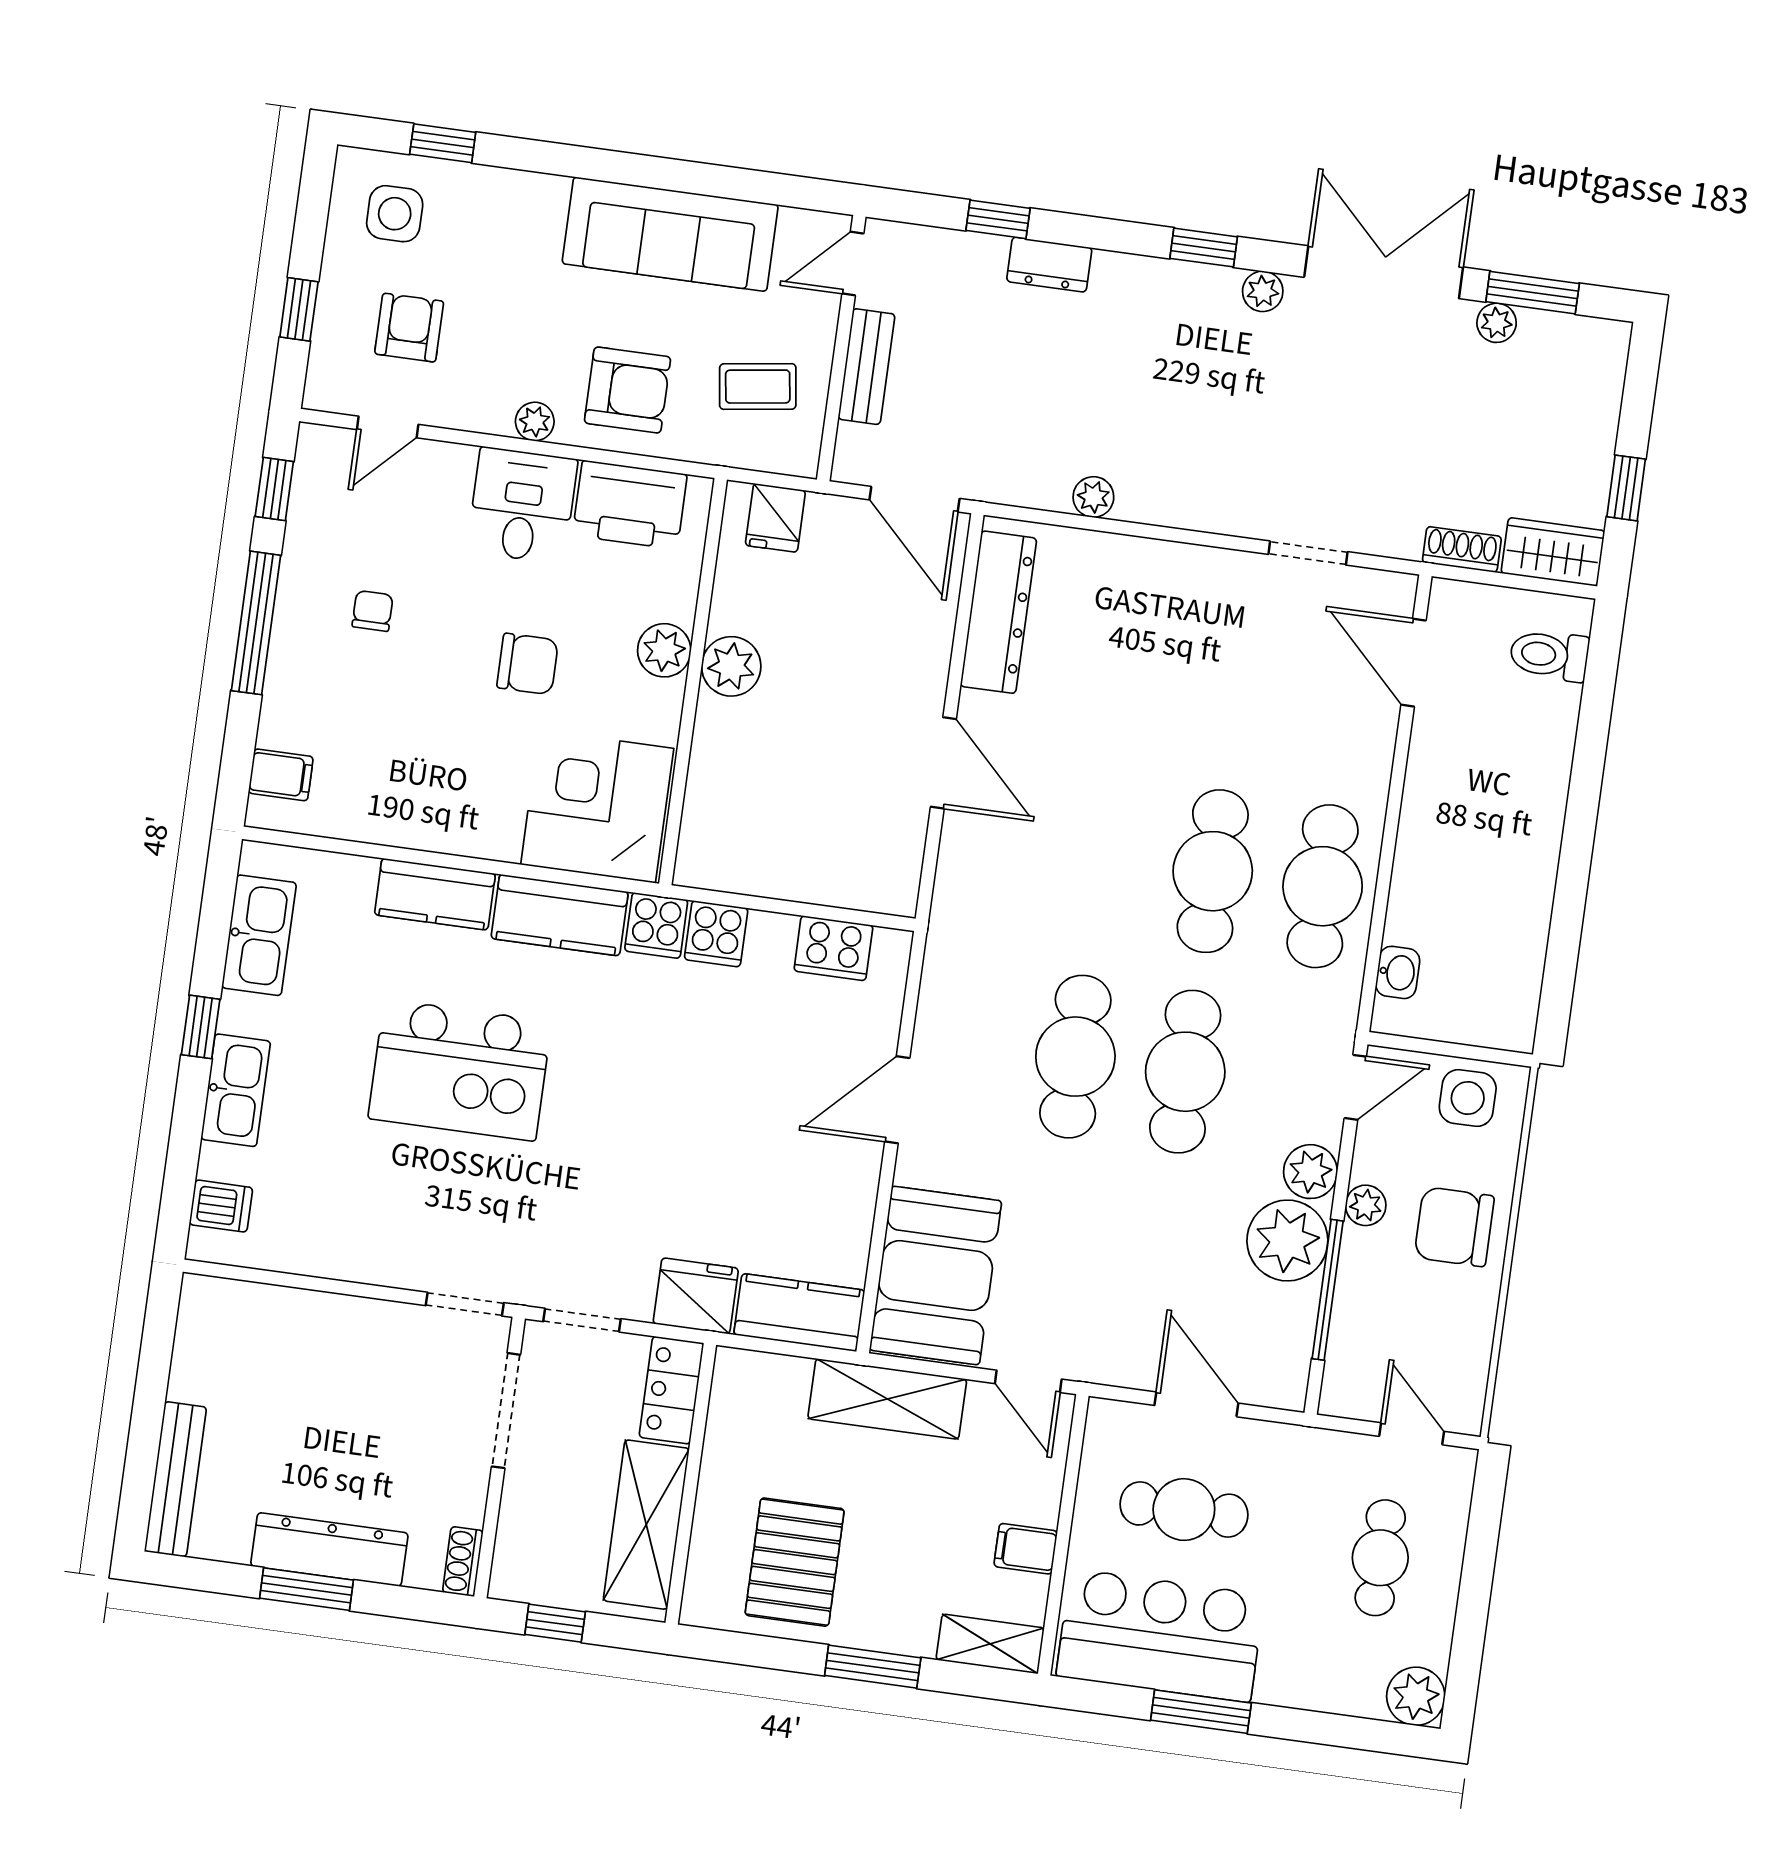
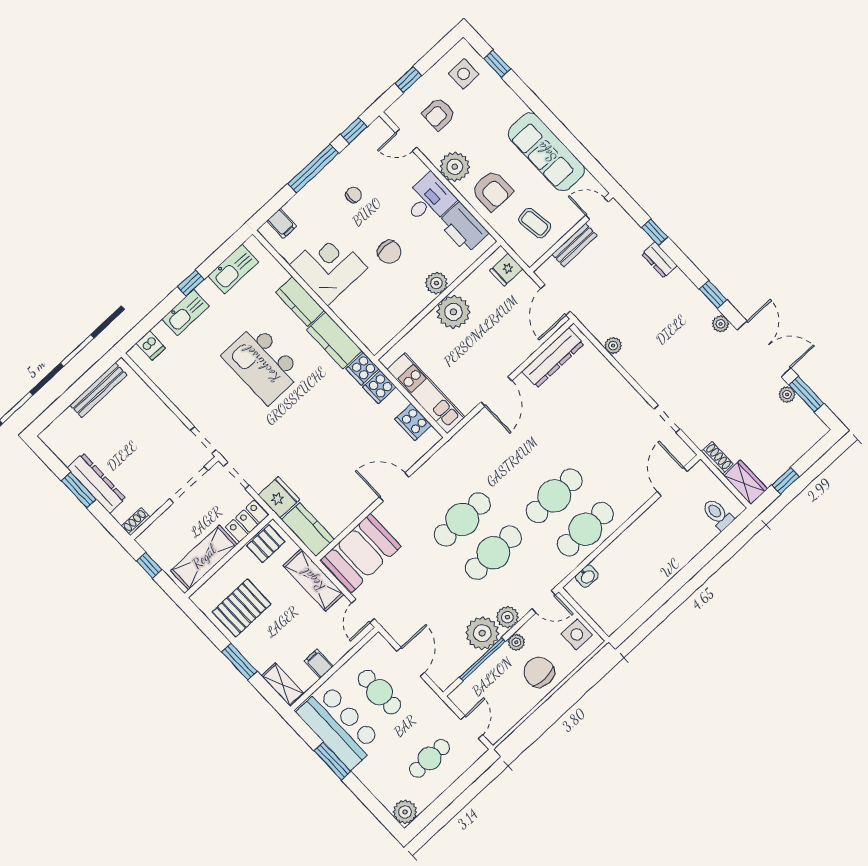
armchair: (409, 328) -> (439, 114), turned 180
plant: (535, 422) -> (455, 167), width x1.88, depth x1.88
plant: (731, 666) -> (453, 312), width x1.36, depth x1.36
corner desk: (597, 806) -> (329, 267), moved
kitchen unit: (814, 874) -> (426, 393), added
pallet: (742, 1404) -> (266, 544), added
bench: (175, 1479) -> (98, 390), moved

